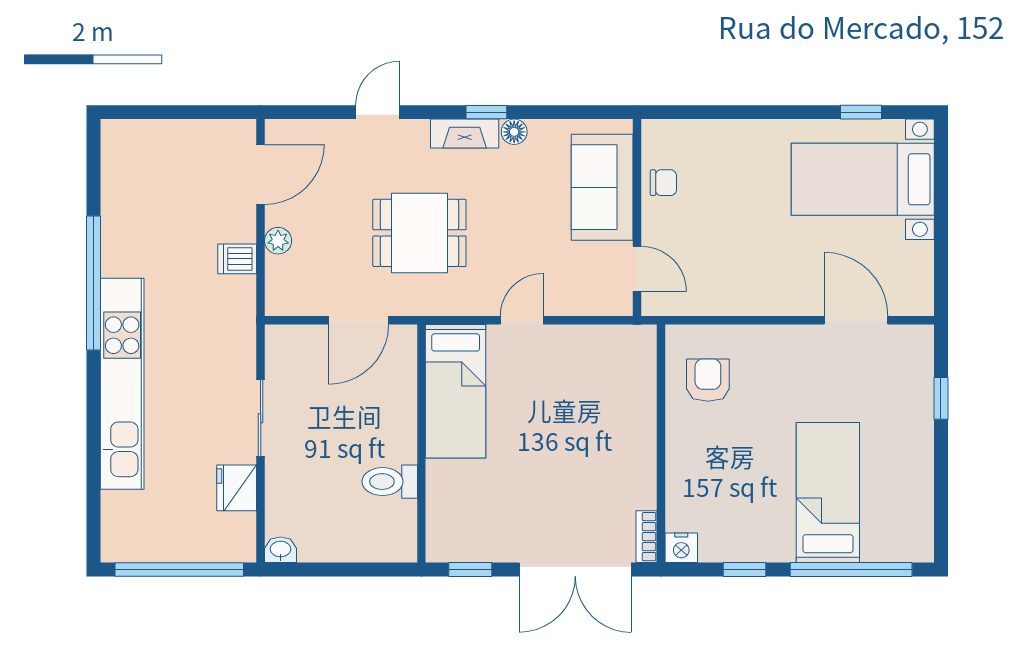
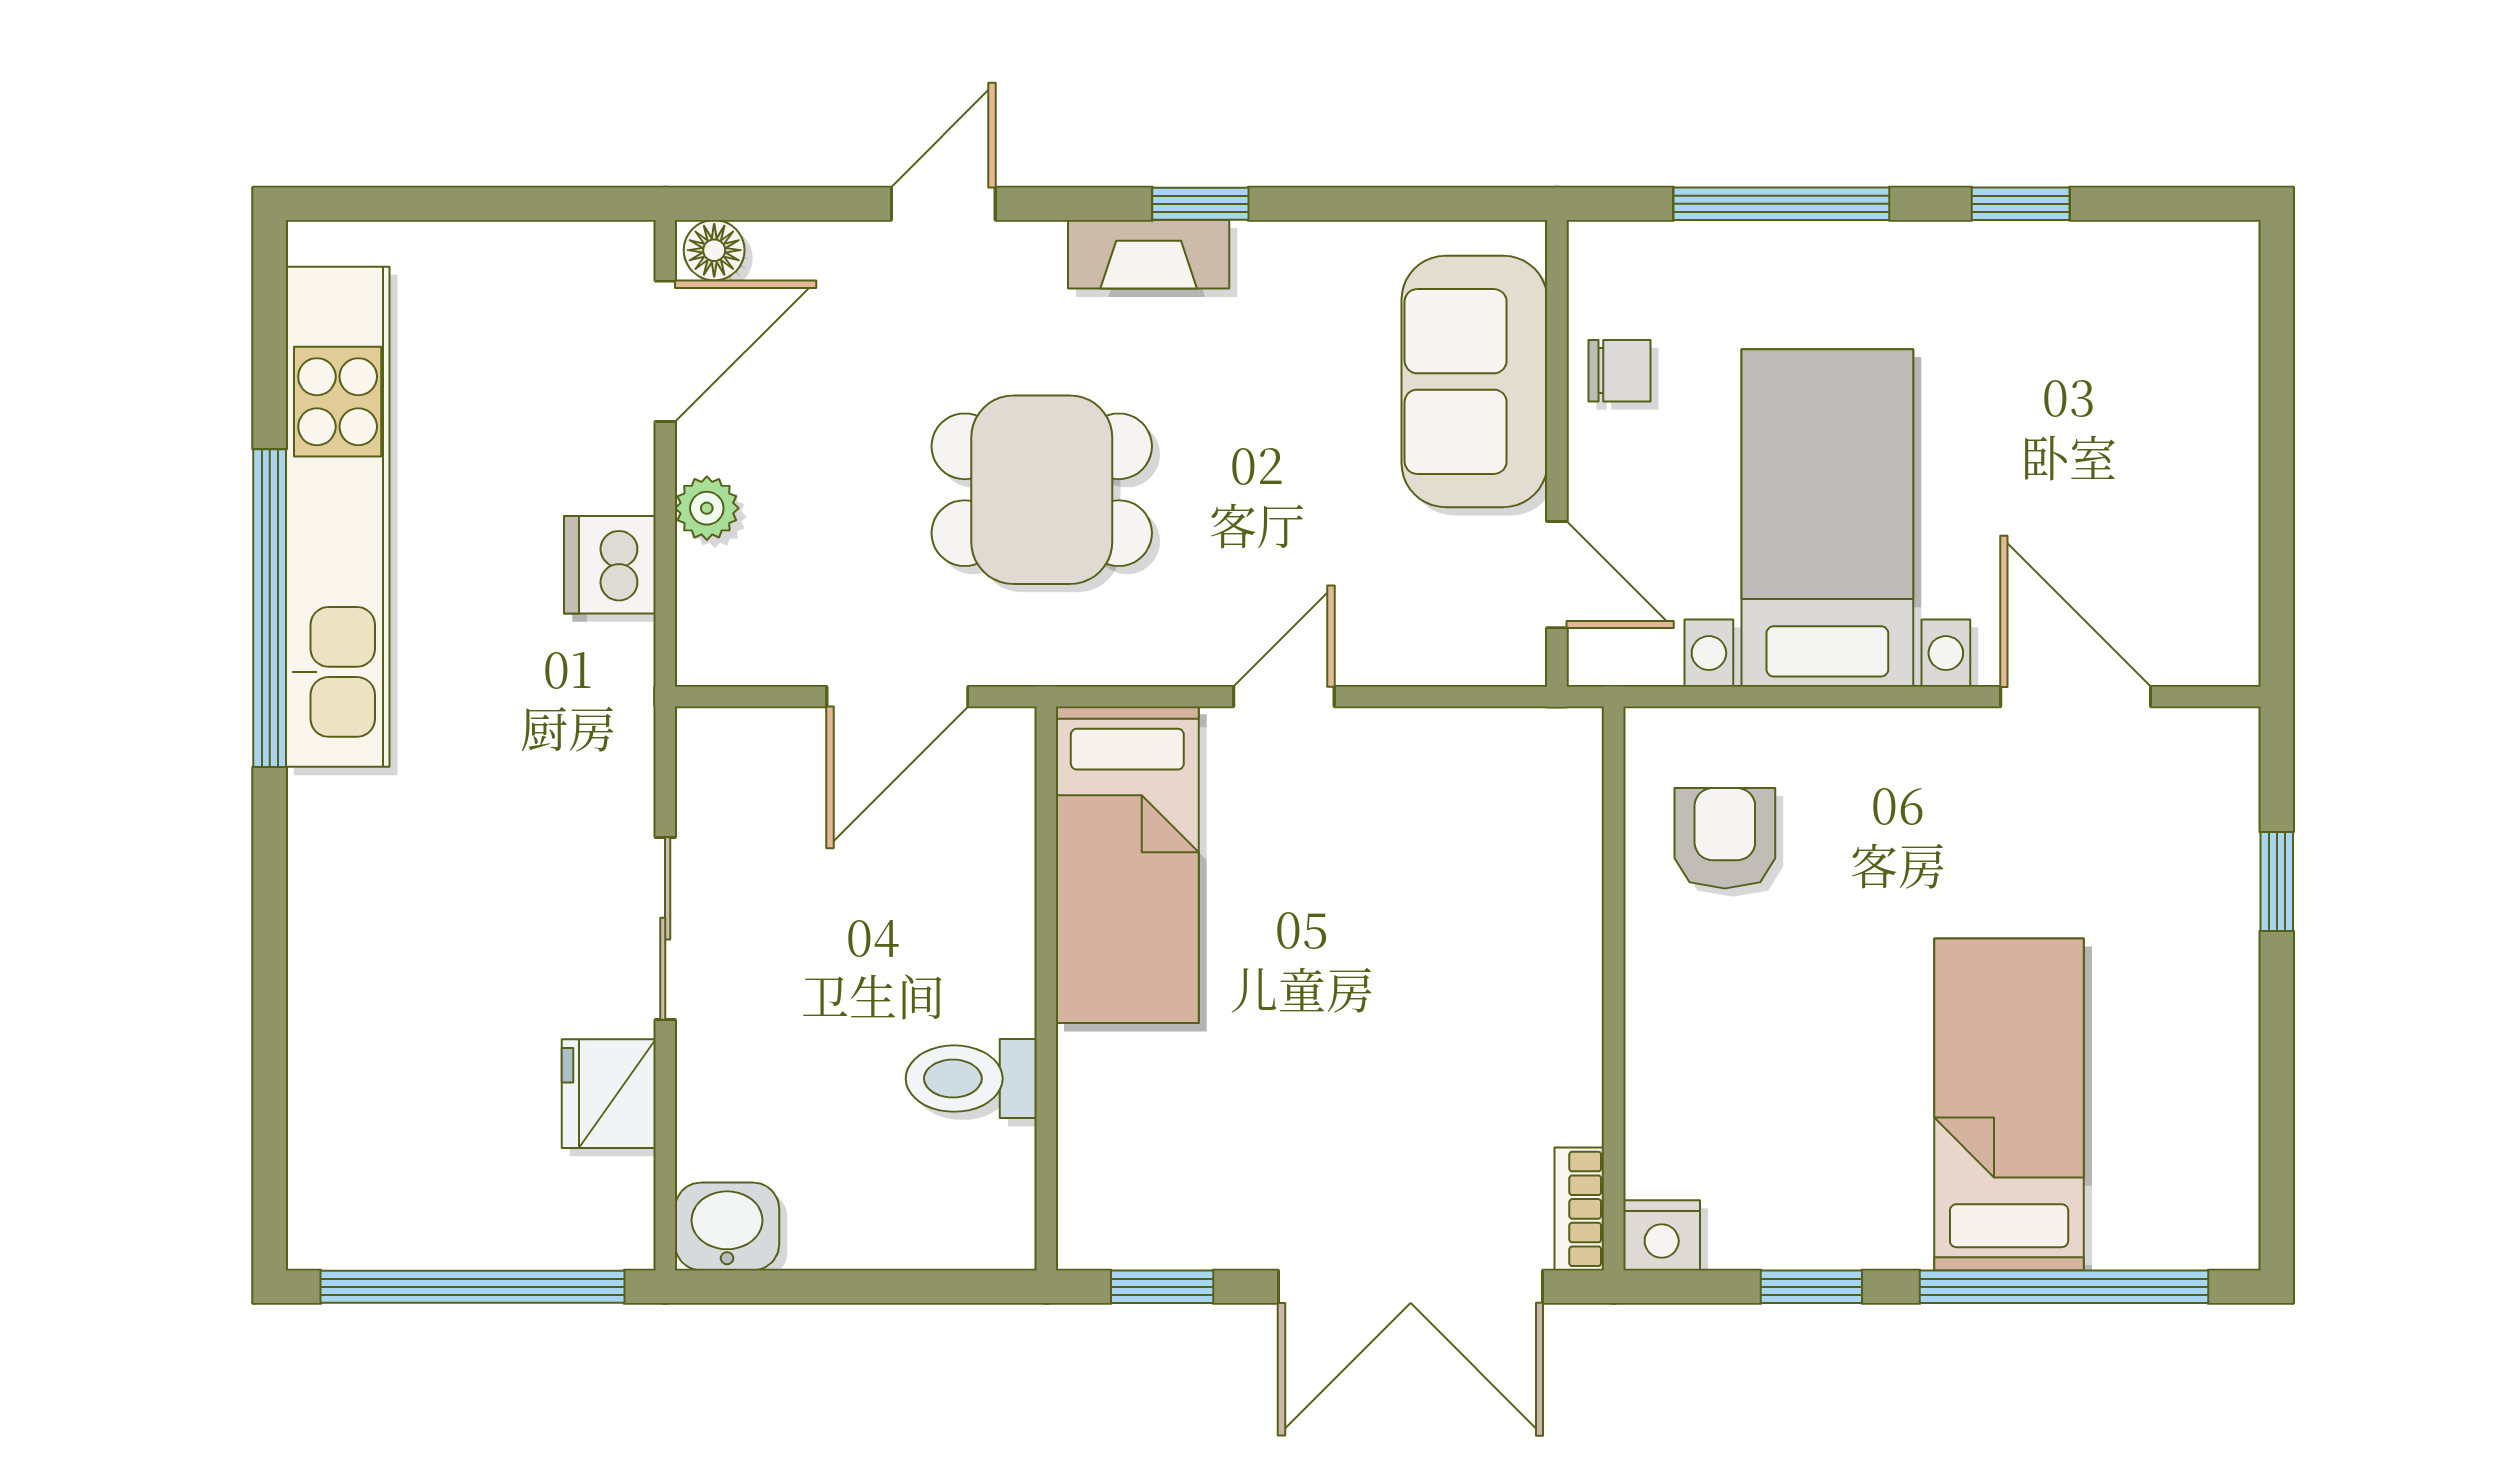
window: (732, 112) -> (1781, 204), added
window: (861, 112) -> (2021, 204), moved
floor lamp: (514, 132) -> (714, 250), moved
bed with nightstands: (863, 179) -> (1827, 518), moved, turned 90
dishwasher: (237, 259) -> (610, 565), width x1.38
kitchen unit: (122, 384) -> (338, 517), moved
washbasin: (281, 550) -> (727, 1226), width x1.38, depth x1.45

